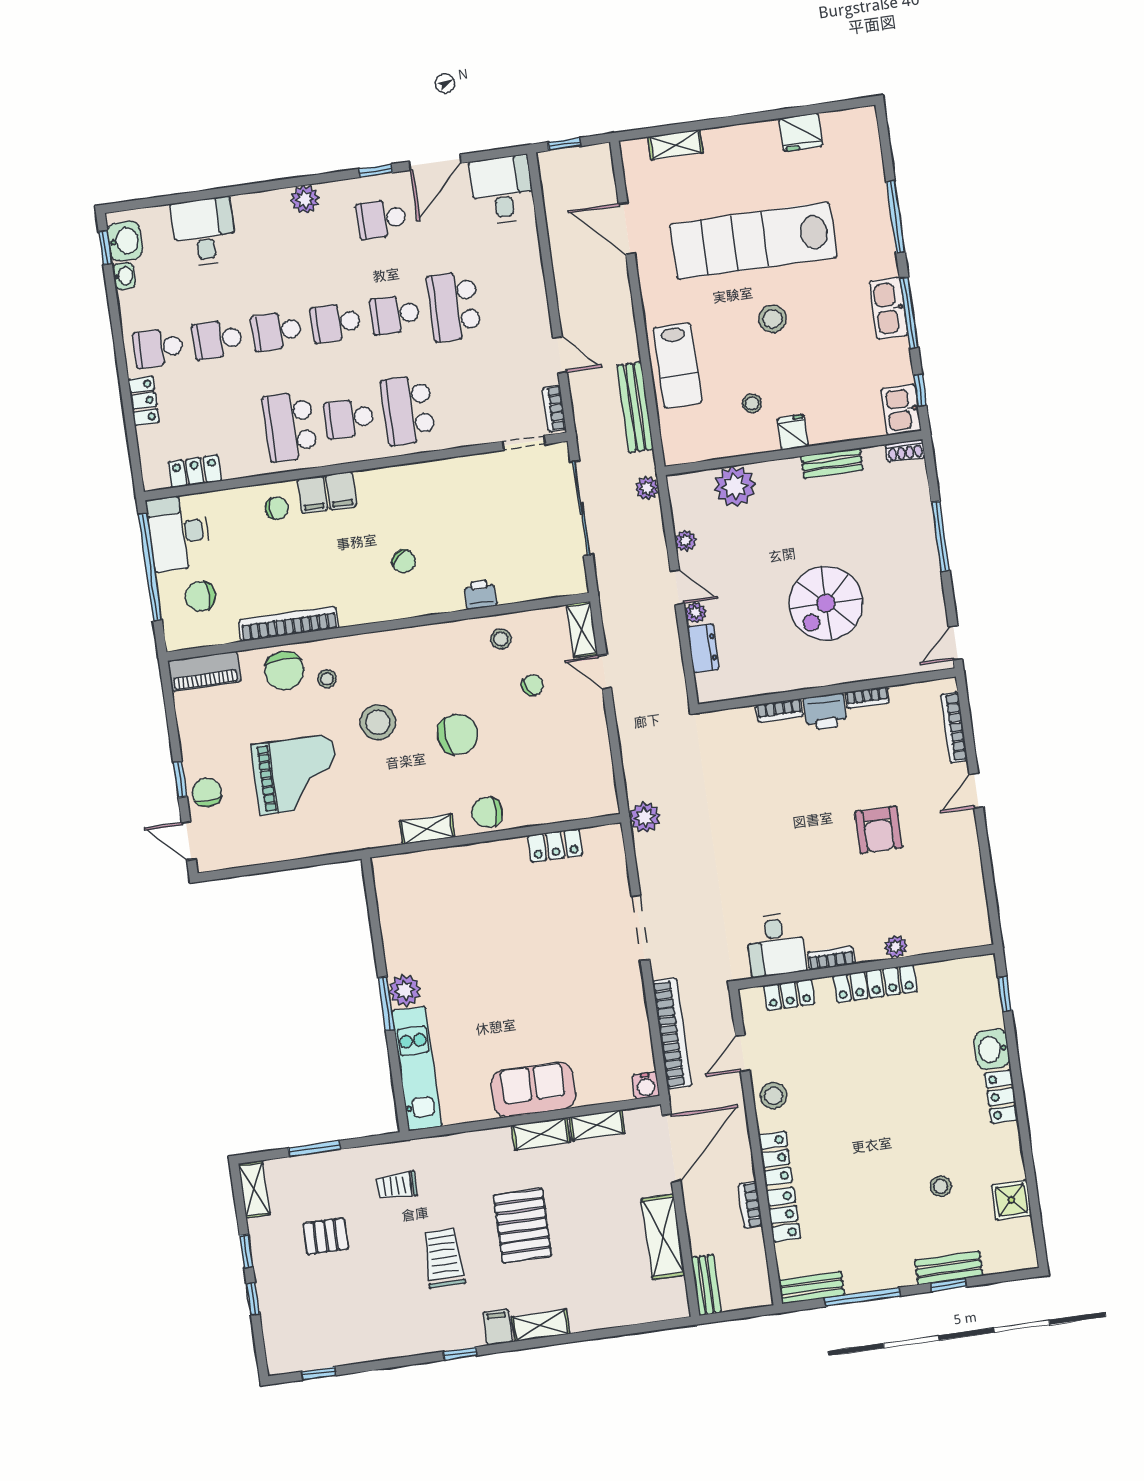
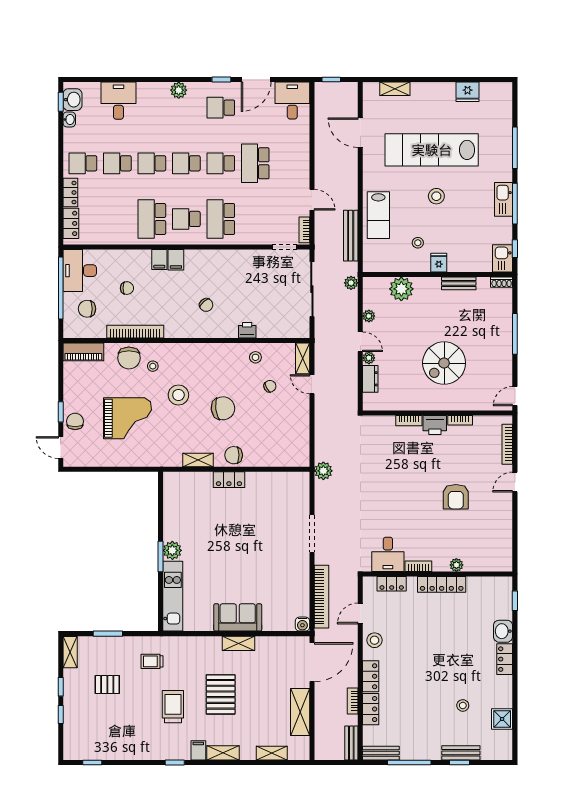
locker: (195, 471) -> (71, 223), moved, turned 90
chair: (277, 508) -> (127, 288), moved
locker: (555, 845) -> (229, 480), moved
shelving: (597, 1125) -> (272, 753), moved
bench: (706, 1285) -> (351, 743), moved

